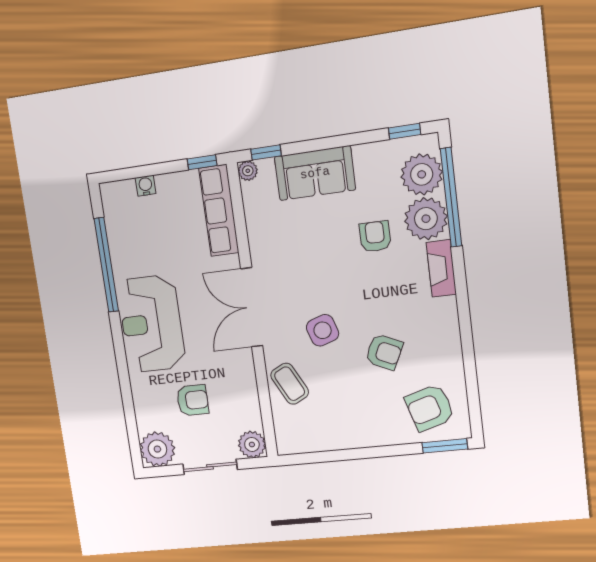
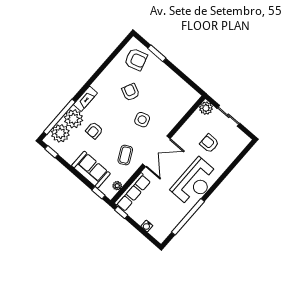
plant: (248, 171) -> (117, 186), moved
coffee table: (290, 384) -> (125, 155), moved
window: (445, 446) -> (157, 53), moved
plant: (157, 449) -> (240, 140), removed

